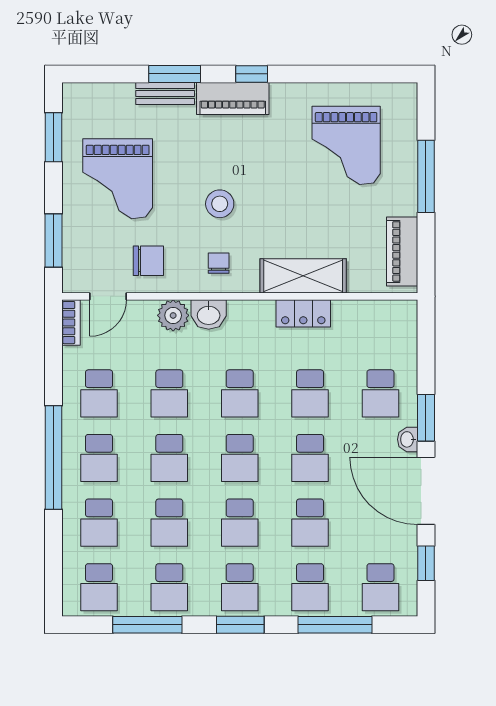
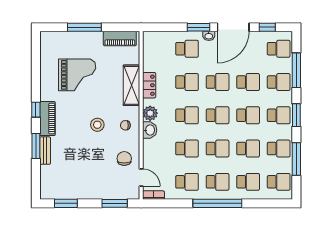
grand piano: (346, 145) -> (77, 75), moved
grand piano: (118, 179) -> (85, 173), removed
plant: (173, 315) -> (150, 113), moved

